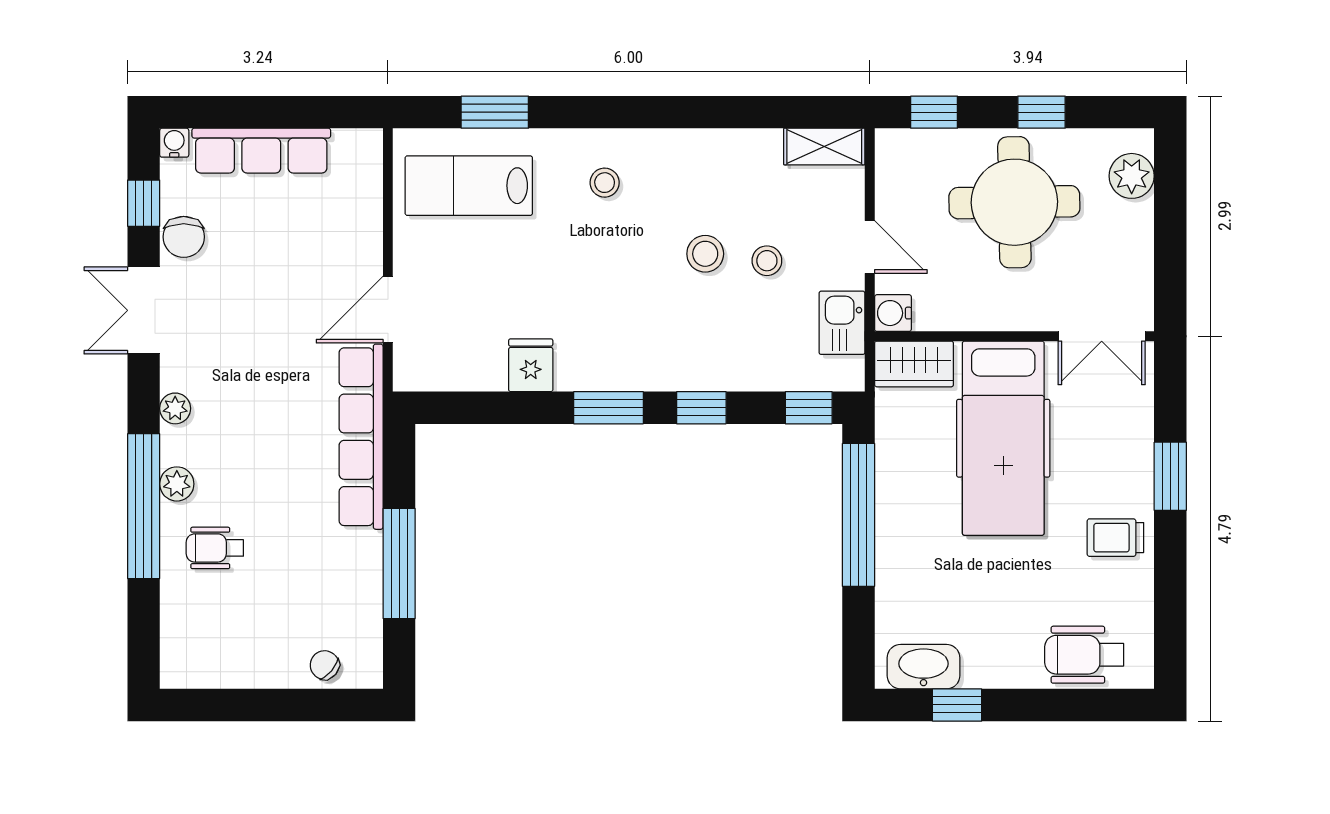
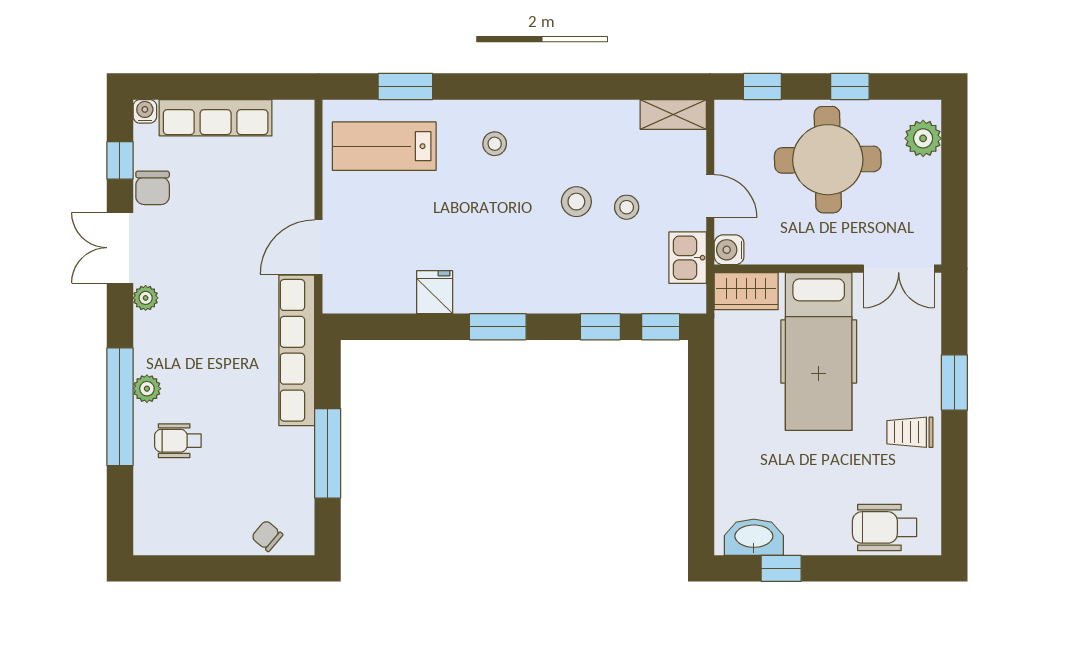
plant: (175, 408) -> (146, 298), moved
window: (701, 408) -> (600, 327), moved
window: (859, 515) -> (701, 414), removed

